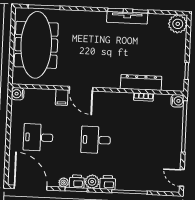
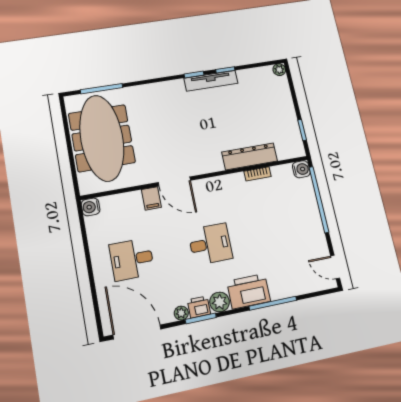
plant: (178, 24) -> (279, 70), width x0.53, depth x0.53
desk: (96, 140) -> (210, 244), turned 180
printer: (108, 182) -> (249, 291), width x1.87, depth x1.48

